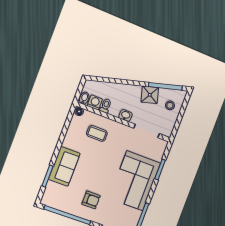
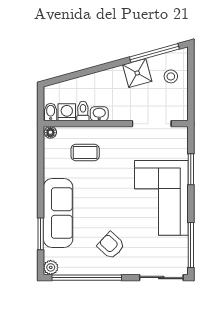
washbasin: (126, 116) -> (99, 114), moved
sofa: (64, 166) -> (58, 213), width x1.36
plant: (46, 200) -> (51, 267), added
armchair: (91, 200) -> (111, 245), turned -137

